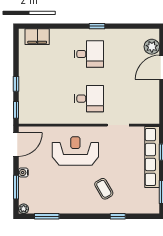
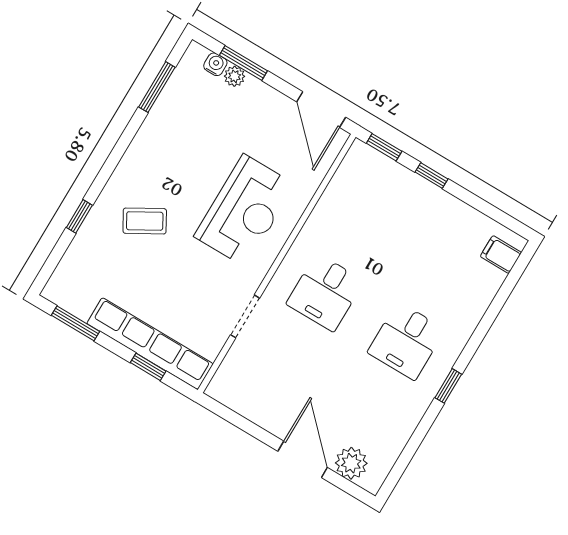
filing cabinet: (37, 37) -> (501, 255), width x0.50
water cooler: (23, 173) -> (215, 64), moved
plant: (24, 209) -> (234, 76), moved

